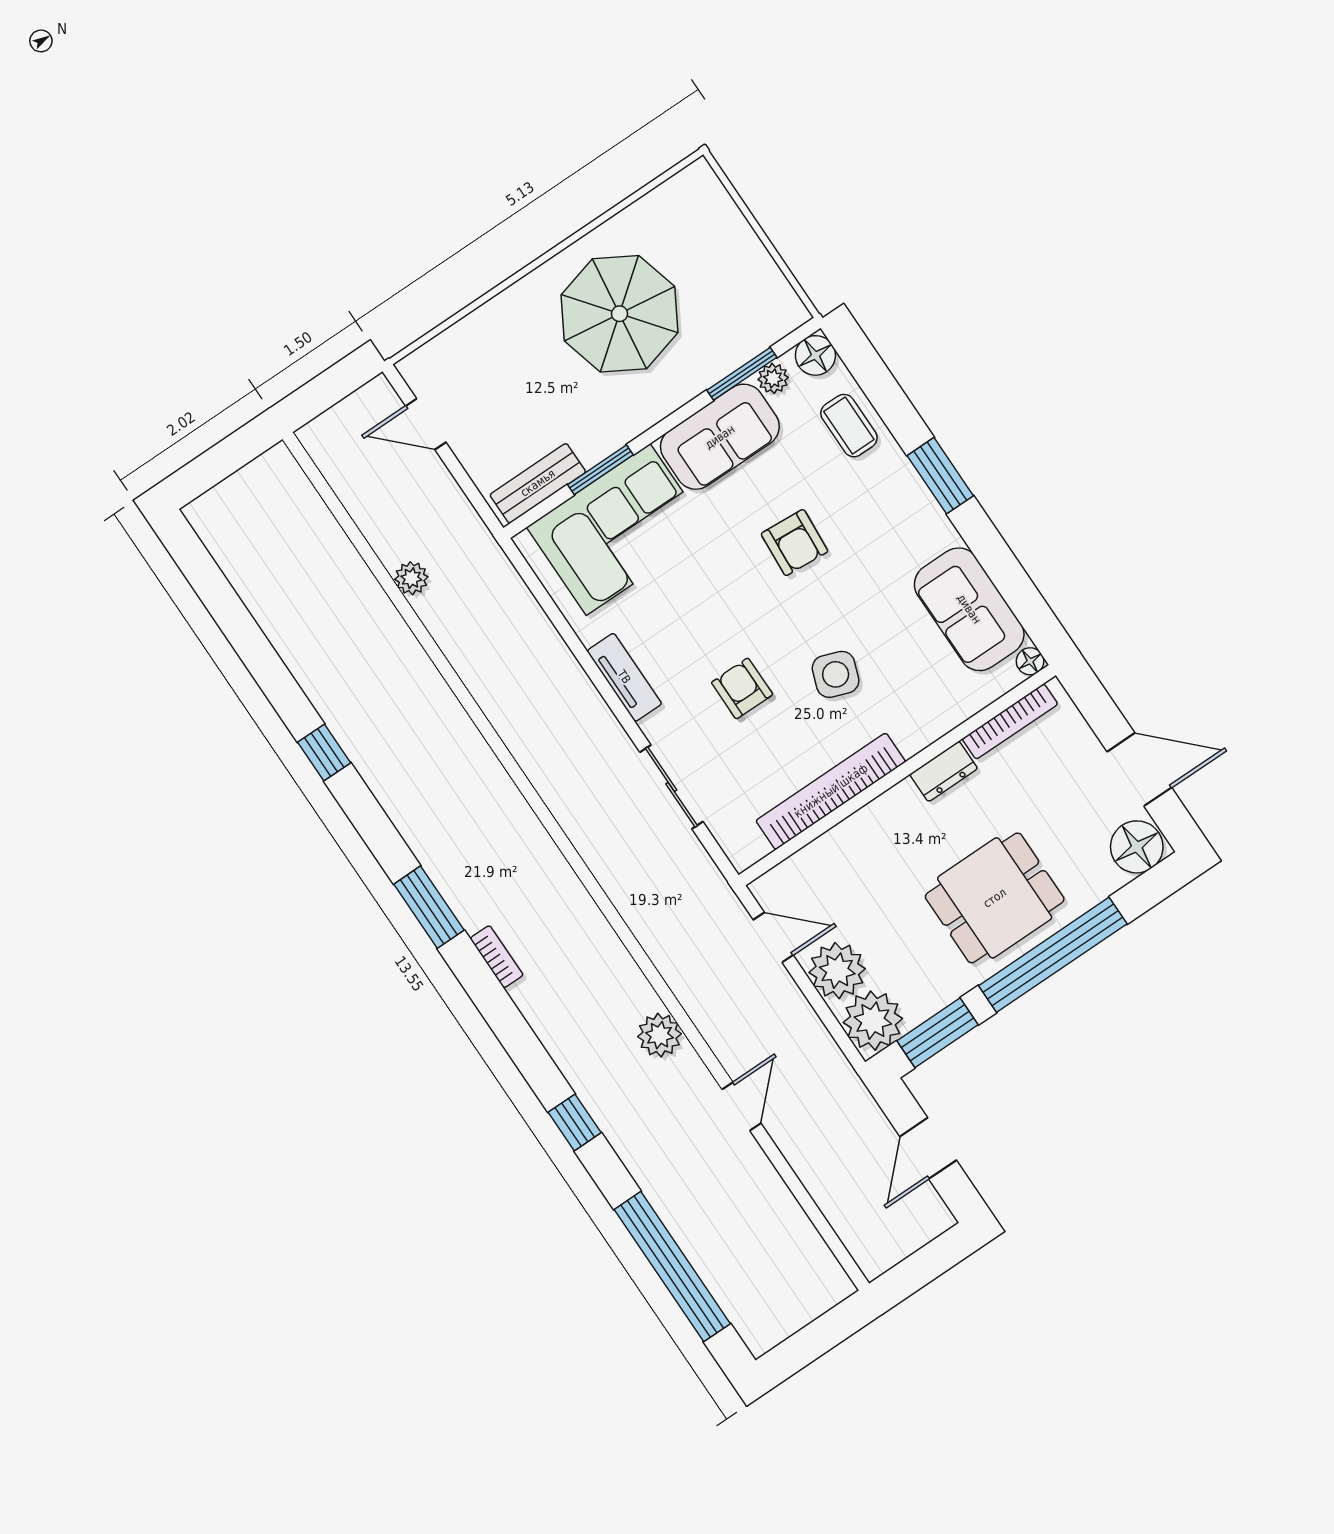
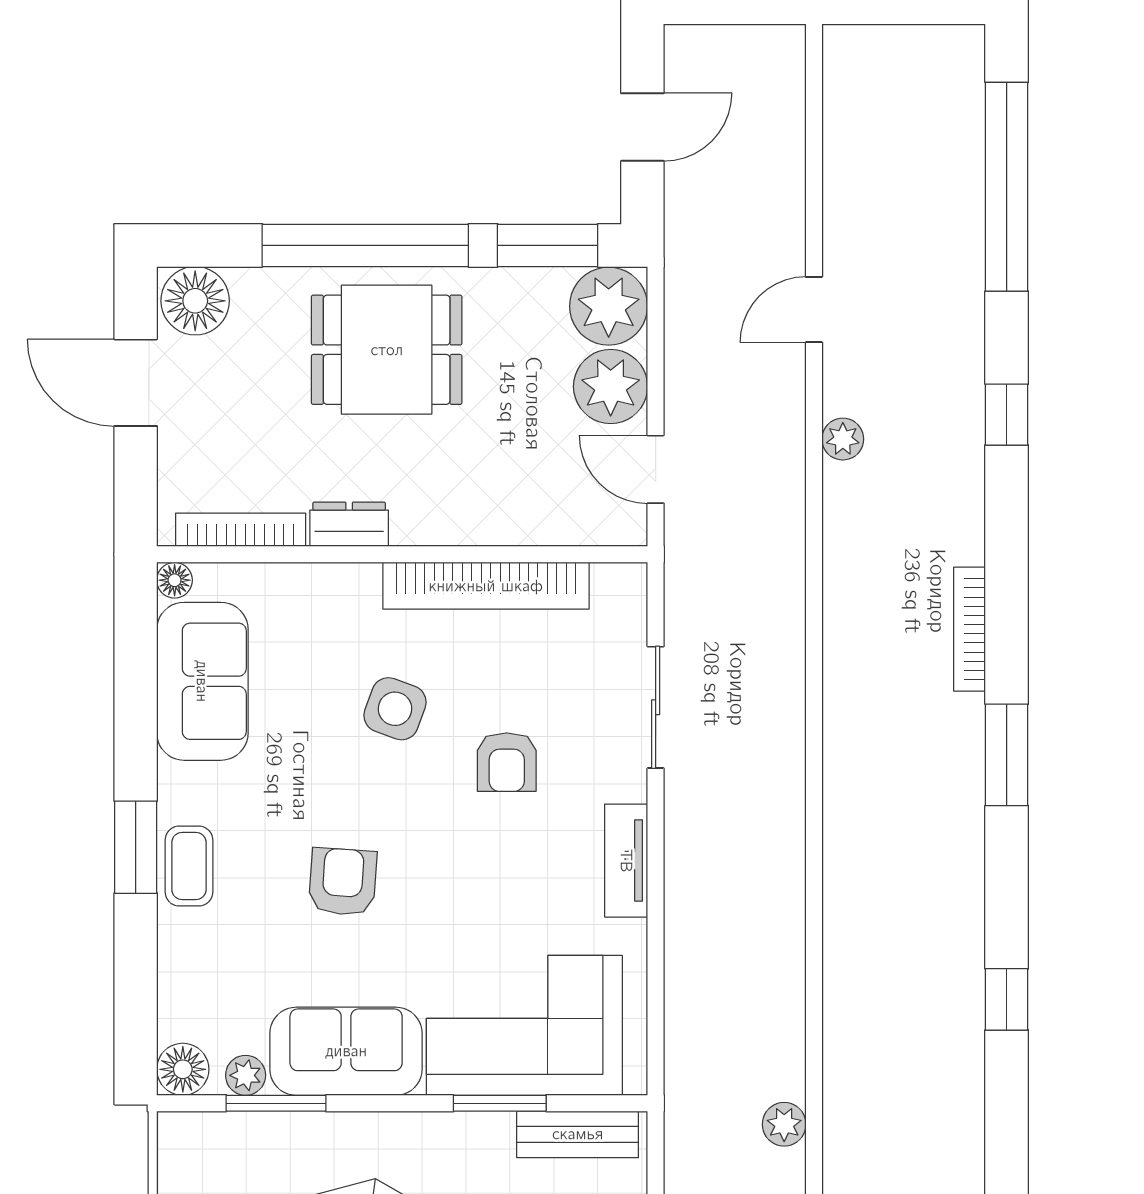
coffee table: (849, 426) -> (189, 866), moved
bookcase: (497, 957) -> (970, 629), width x1.56
plant: (659, 1035) -> (843, 439), width x0.73, depth x0.73

